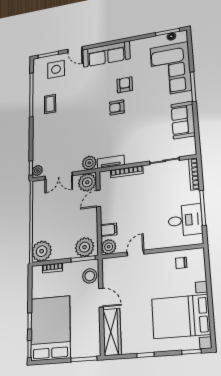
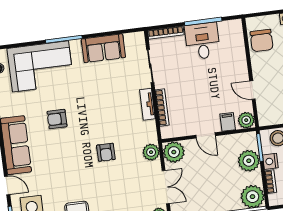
door: (75, 50) -> (7, 185), hinge flipped
armchair: (117, 107) -> (106, 152), moved
tv unit: (111, 162) -> (147, 104), moved
door: (98, 198) -> (206, 135), moved
desk: (185, 220) -> (202, 41), moved
plant: (85, 247) -> (249, 161), moved
chair: (181, 263) -> (262, 41), width x1.87, depth x1.87
nightstand: (70, 268) -> (270, 161), added

